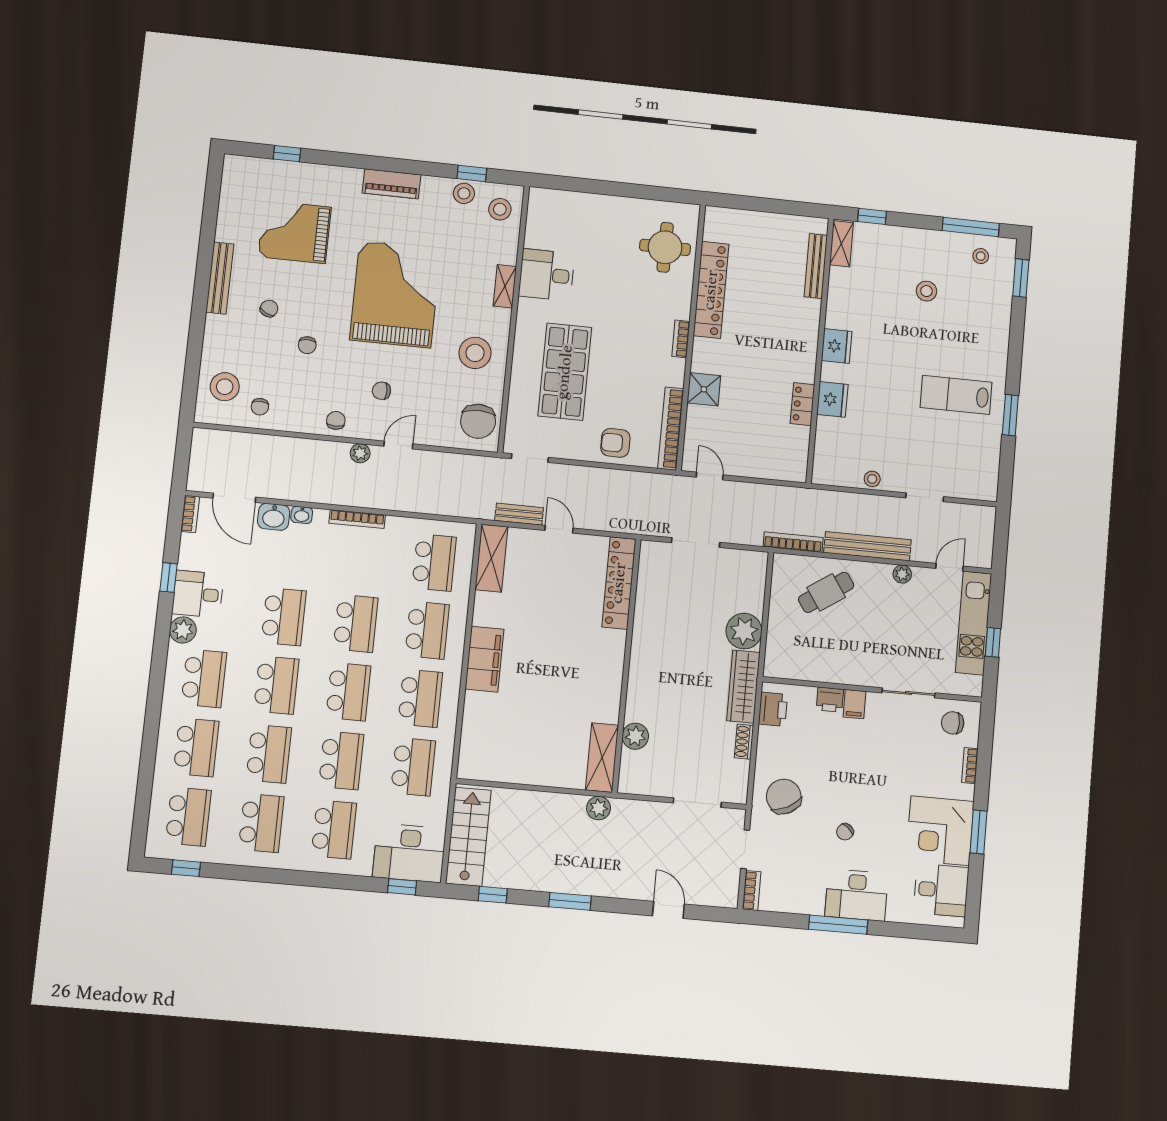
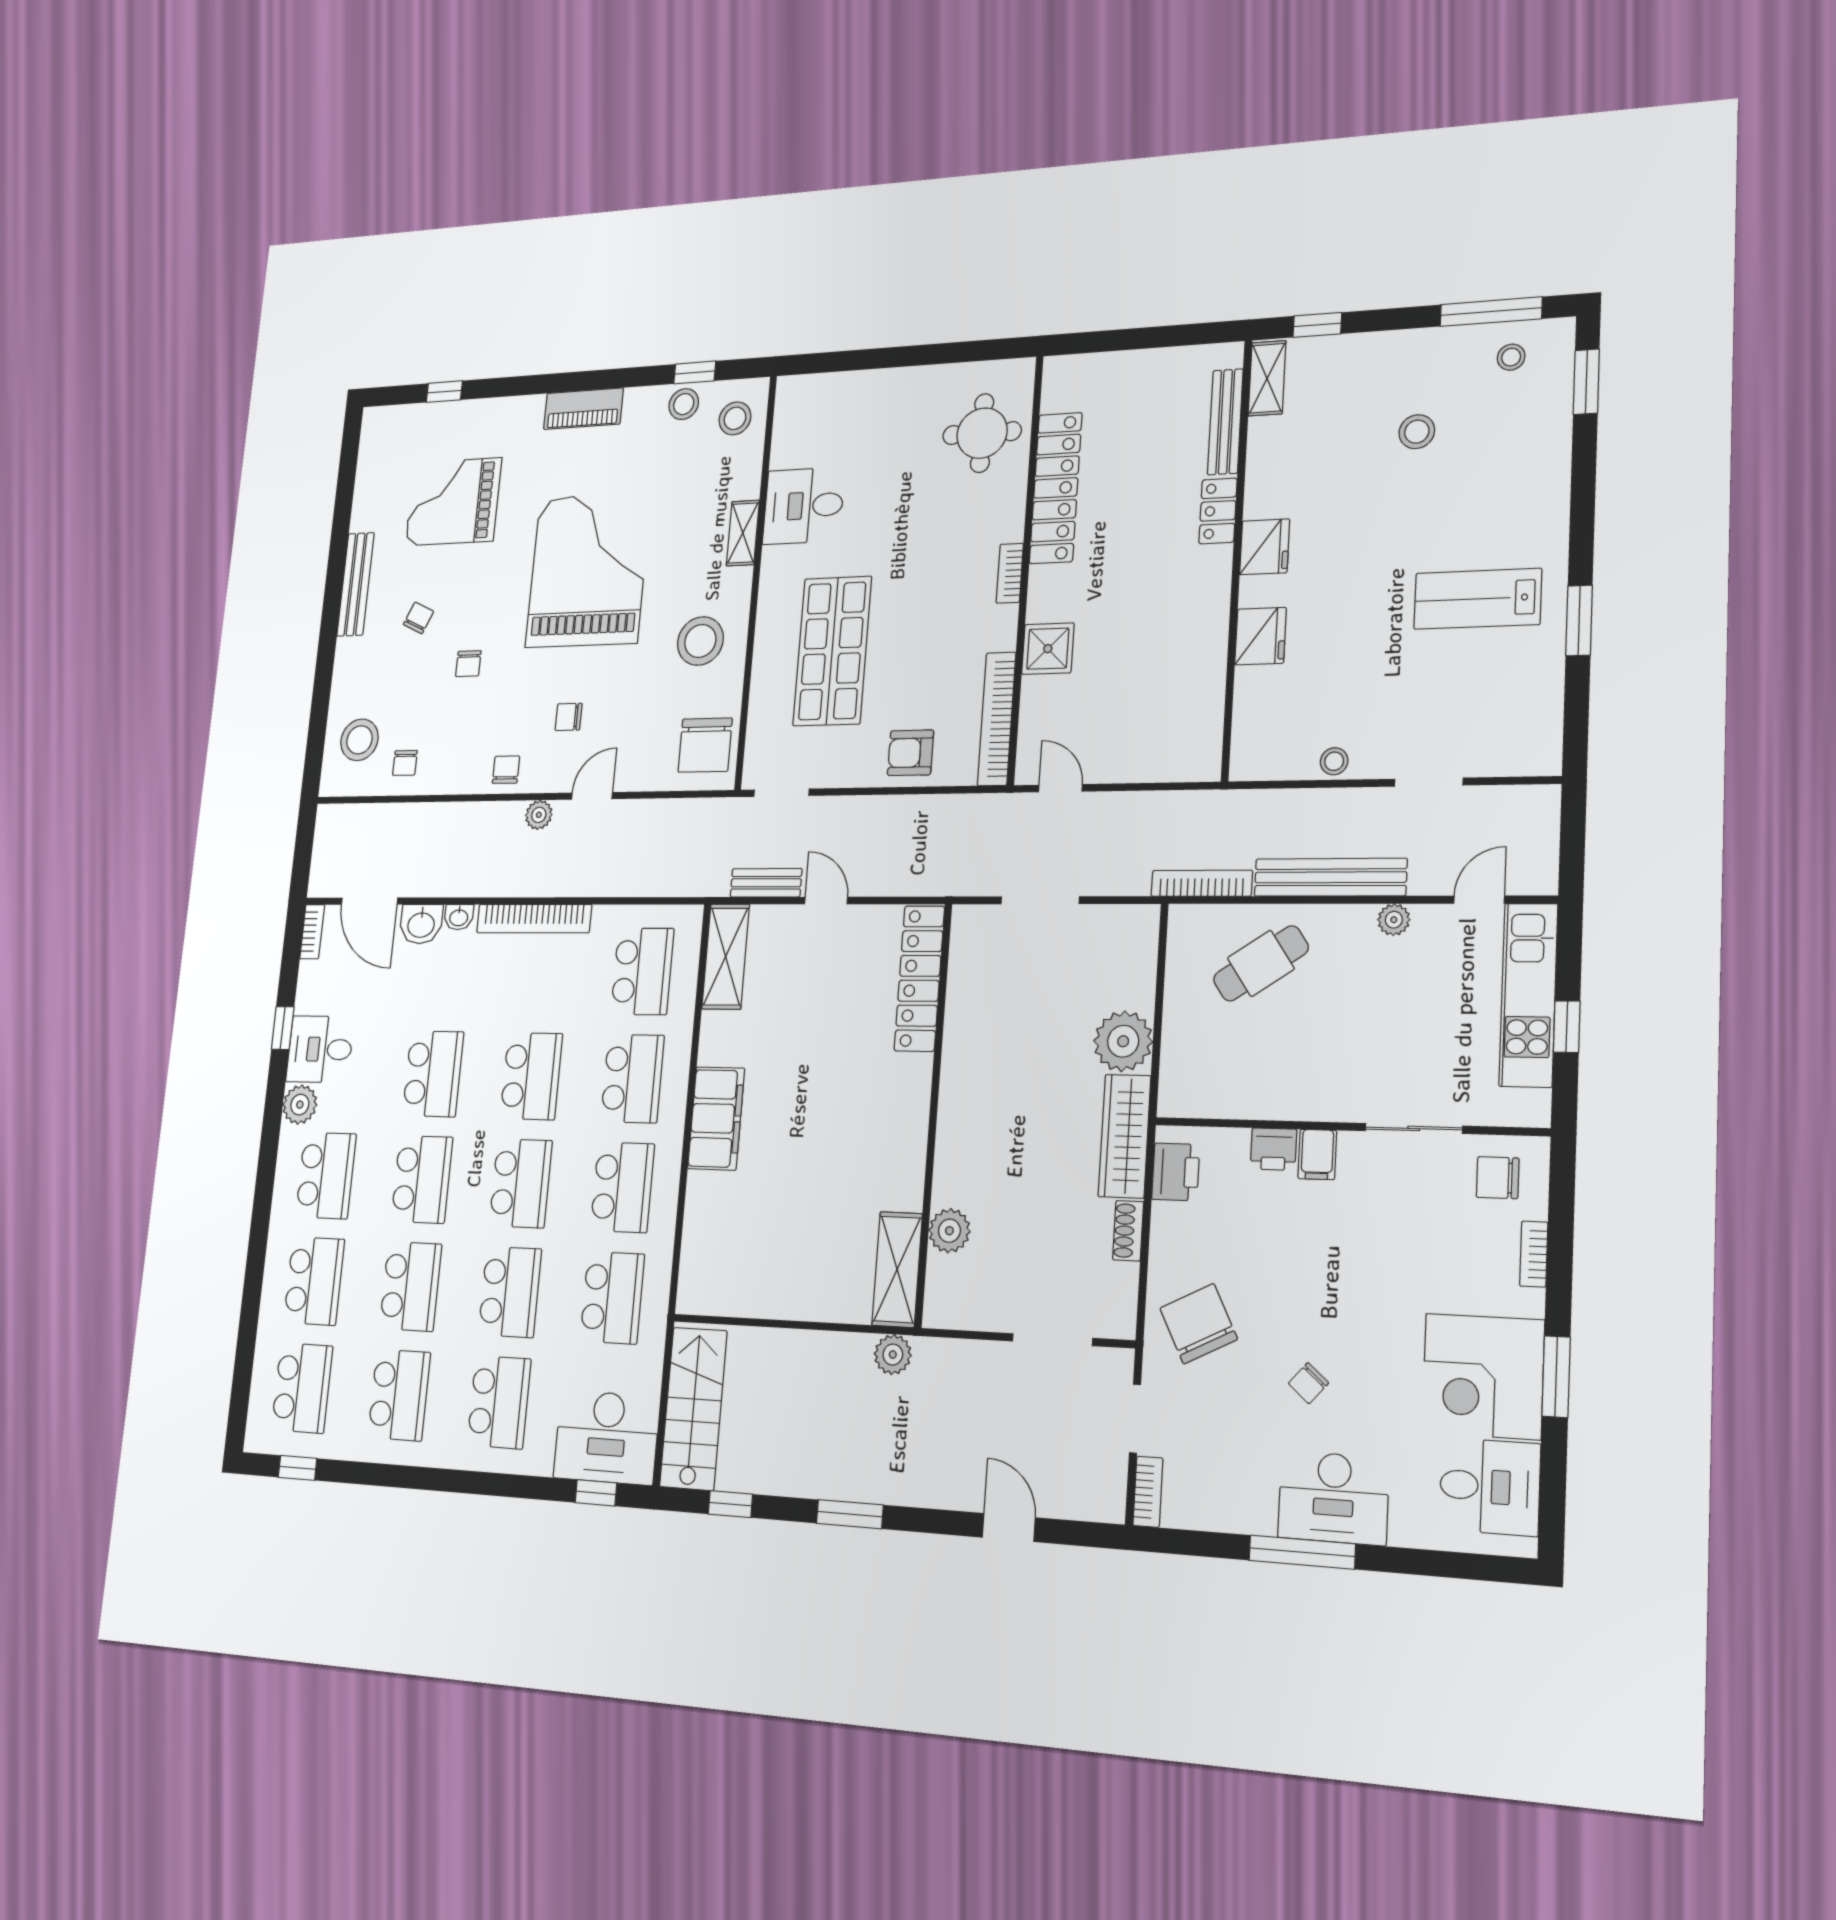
locker: (802, 404) -> (1218, 511), moved
bookcase: (357, 519) -> (534, 919), width x1.48, depth x1.31

